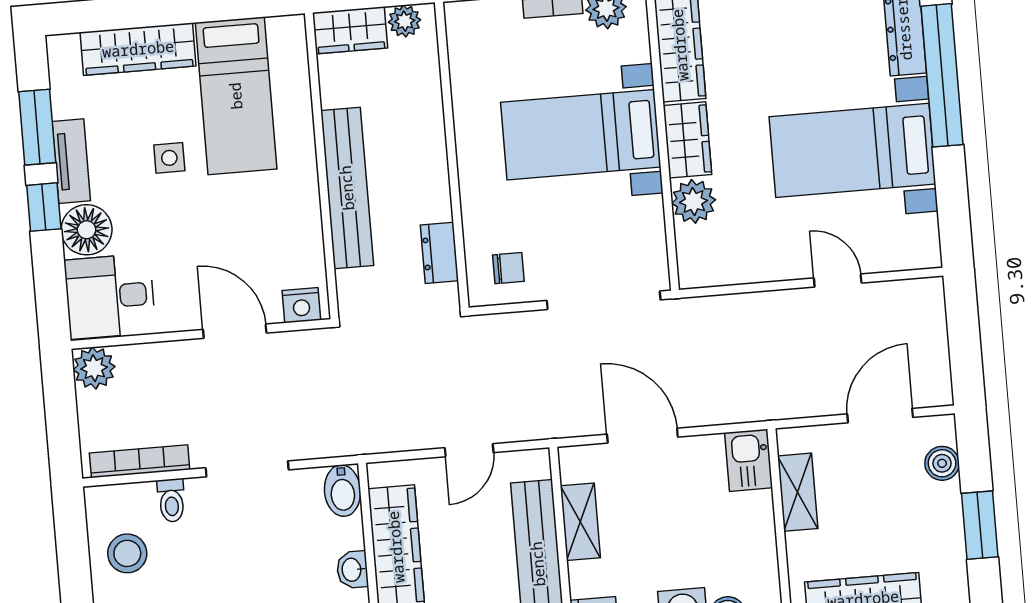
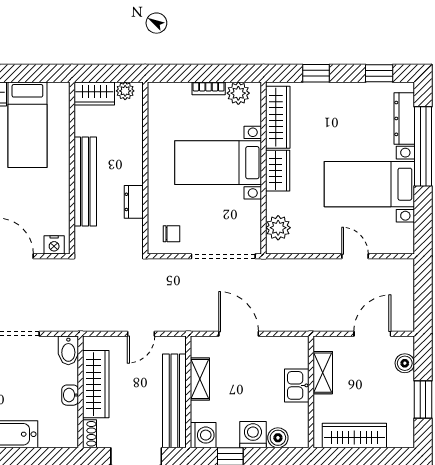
plant: (694, 201) -> (278, 228), moved
dresser: (439, 253) -> (134, 202), moved
kitchen sink: (749, 460) -> (297, 385), moved

